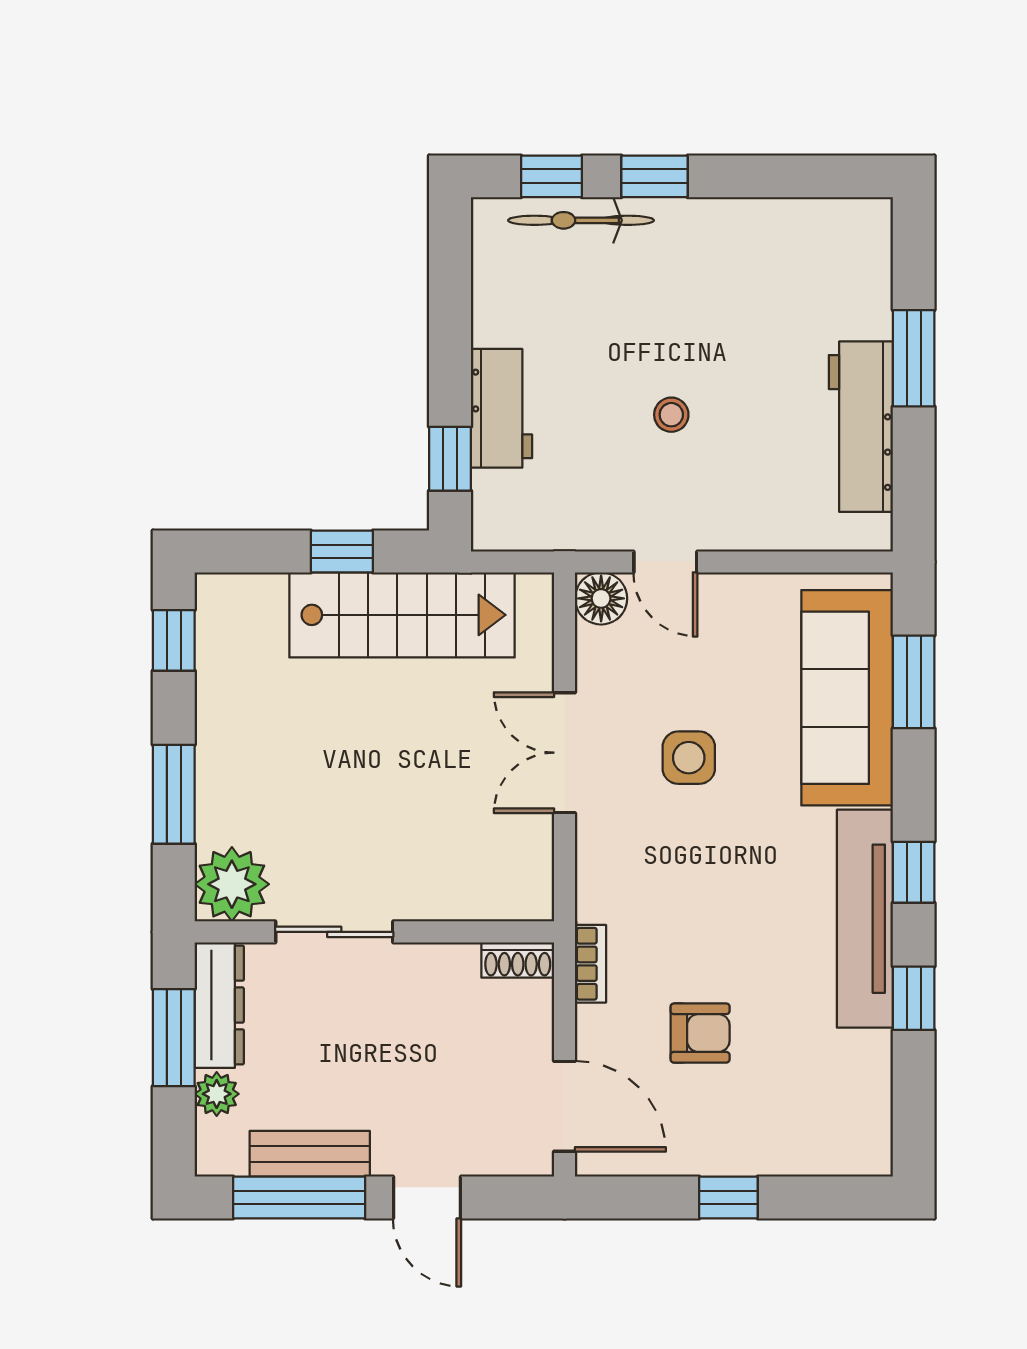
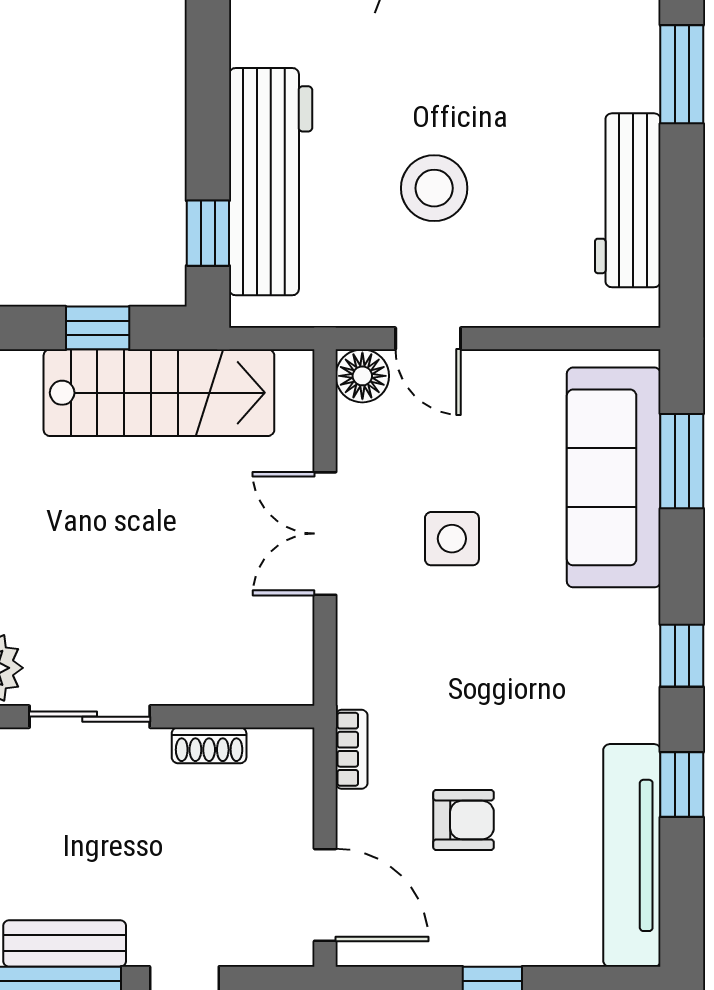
window: (914, 358) -> (682, 74), moved
workbench: (501, 408) -> (271, 182), width x1.88, depth x1.32
stool: (671, 415) -> (434, 188), width x1.89, depth x1.89
tv unit: (865, 919) -> (632, 855), moved
shoe rack: (518, 960) -> (209, 745), moved

